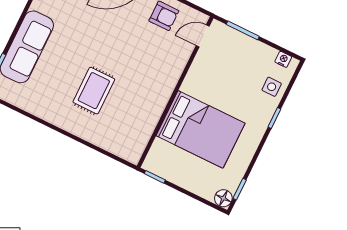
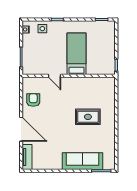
door: (203, 36) -> (55, 76), moved
bed: (201, 129) -> (76, 54), width x0.67
floor lamp: (223, 198) -> (110, 25), removed

